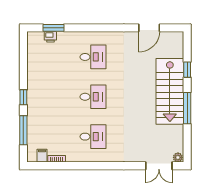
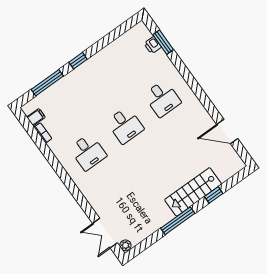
stairs: (170, 91) -> (193, 192), width x0.73, depth x0.66

